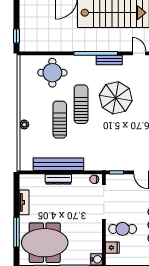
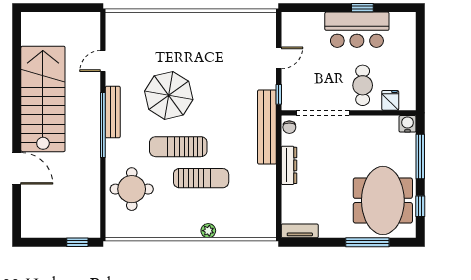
bench: (109, 60) -> (113, 112), width x1.36
sun lounger: (60, 120) -> (201, 178), turned 180
bench: (58, 164) -> (267, 127), moved
dresser: (58, 179) -> (289, 165), moved
tv unit: (24, 202) -> (300, 231), moved

